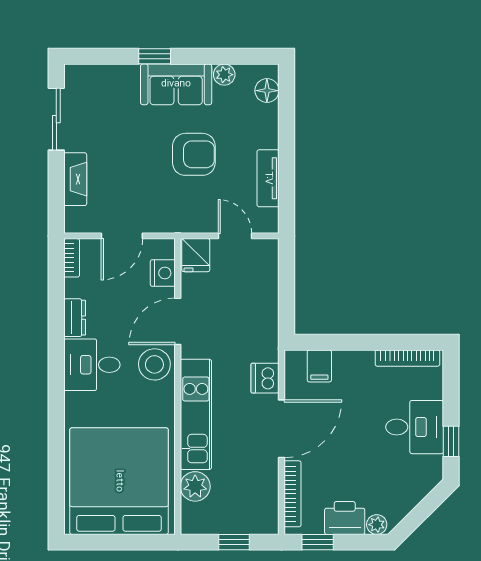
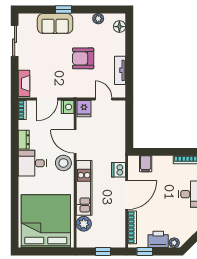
sofa: (176, 84) -> (55, 24), moved
armchair: (194, 154) -> (83, 58), turned 180
fireplace: (75, 179) -> (24, 83), moved
nightstand: (163, 273) -> (68, 107), moved
door: (178, 321) -> (75, 142), hinge flipped

